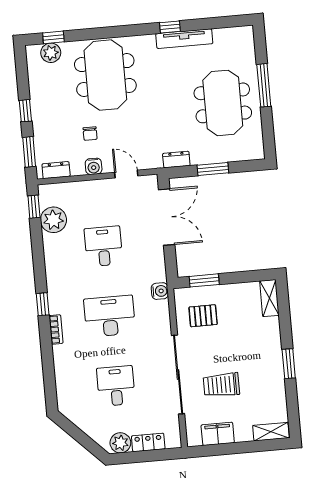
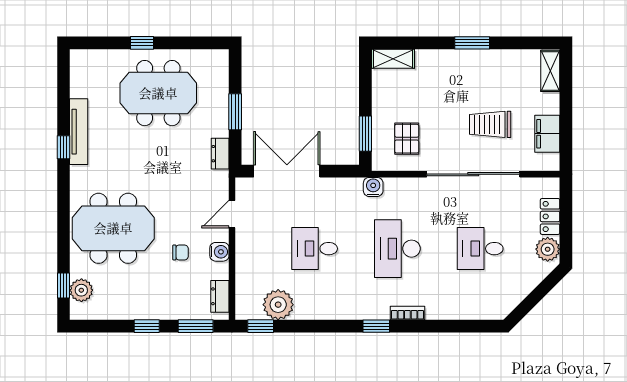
window: (264, 85) -> (142, 43), width x0.46
trolley: (221, 385) -> (490, 124), turned 90

